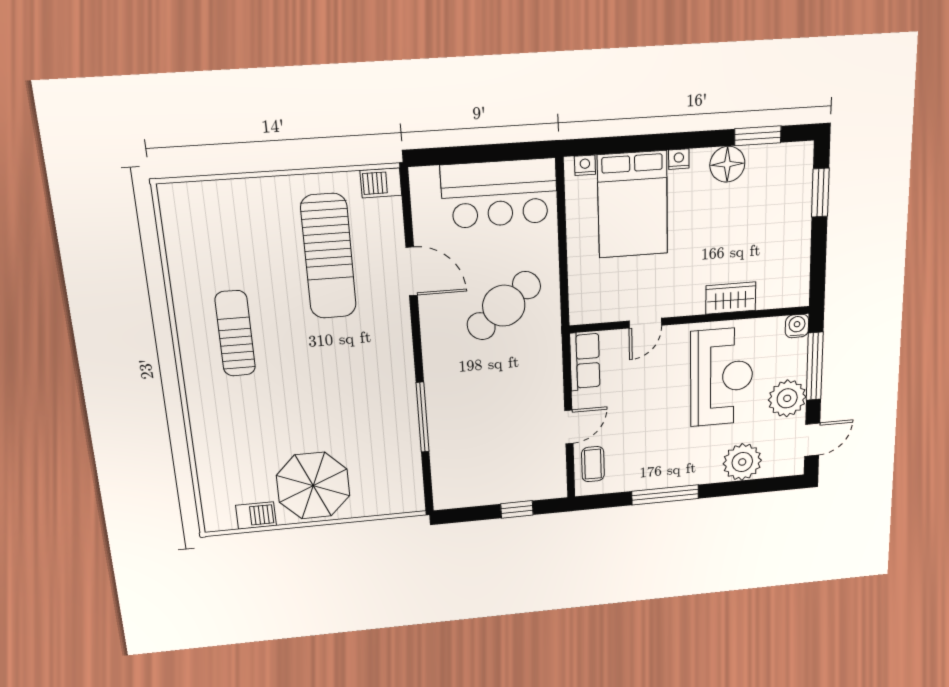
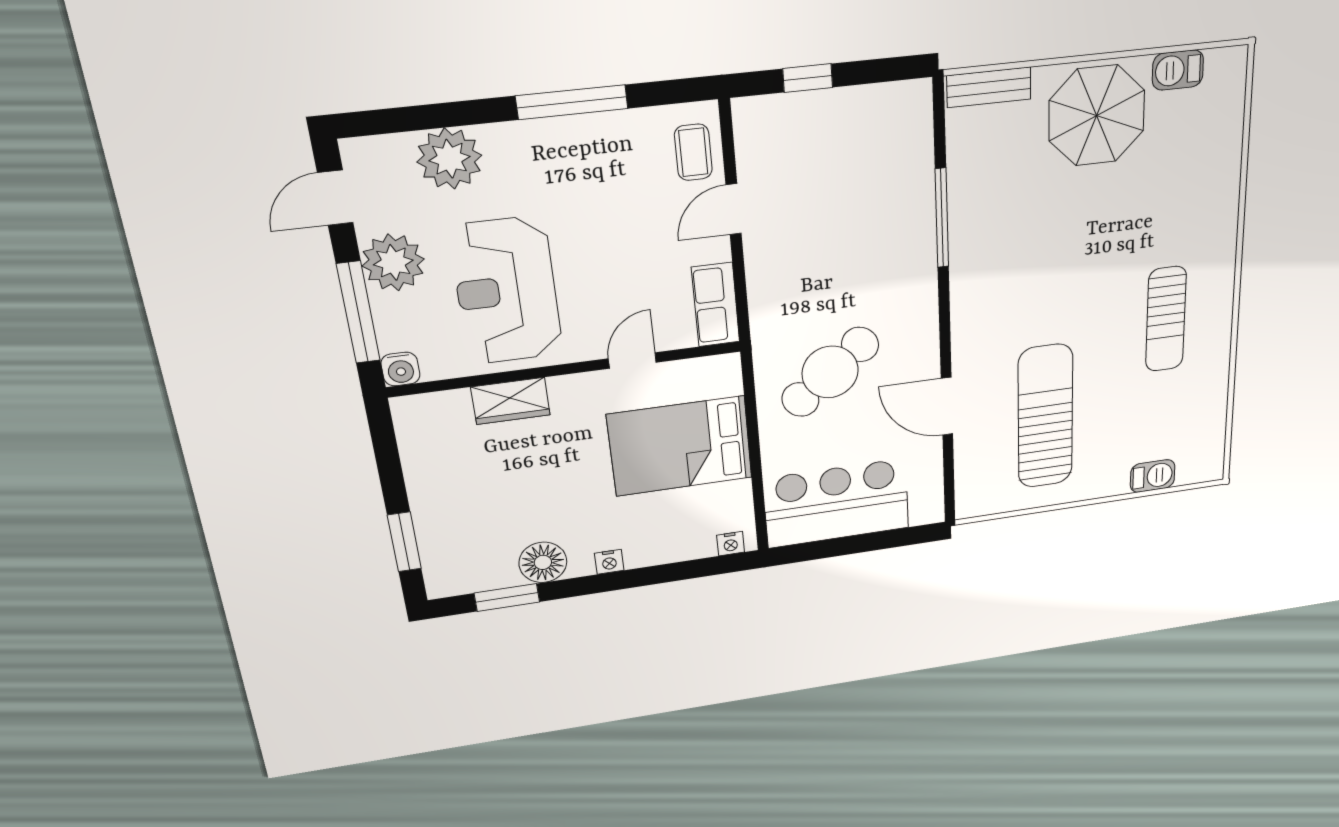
barbecue: (381, 183) -> (1153, 476), moved
bed: (633, 205) -> (680, 446), moved, turned -90
bench: (394, 504) -> (989, 87), added

